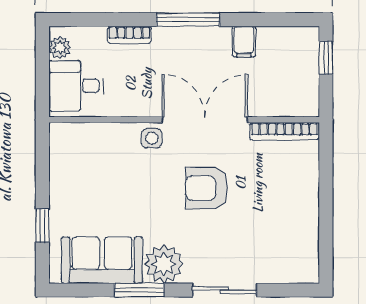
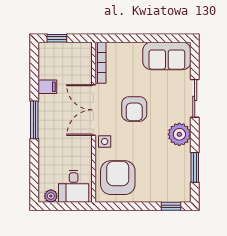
bookcase: (129, 35) -> (43, 155), removed
armchair: (91, 160) -> (118, 178), added
window: (42, 226) -> (171, 206), moved
sofa: (102, 260) -> (167, 56), moved, turned -90
window: (139, 290) -> (195, 167), moved

